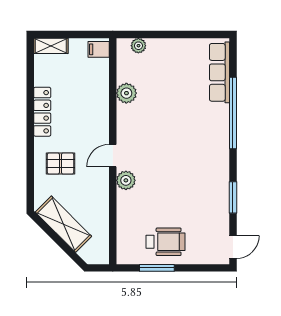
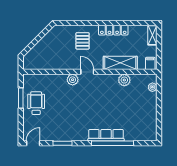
row of seats: (219, 72) -> (106, 135), moved
shelving: (63, 224) -> (120, 63), moved, turned 45
wheelchair: (165, 242) -> (36, 103), turned 180
door: (233, 247) -> (33, 143), swing flipped

